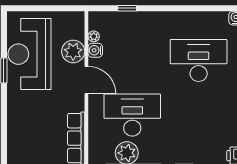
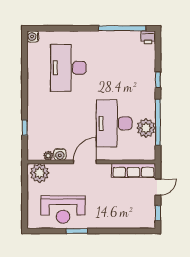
plant: (73, 51) -> (40, 173), moved
reception desk: (29, 54) -> (63, 210), width x0.74, depth x0.77

